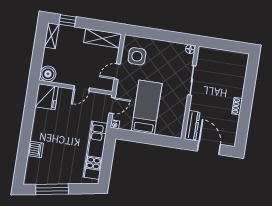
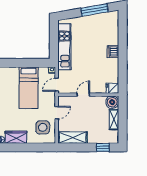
shelving: (52, 36) -> (114, 120), moved
wardrobe: (171, 49) -> (16, 137), added
fridge: (47, 97) -> (112, 88), width x0.53, depth x0.75
dishwasher: (35, 149) -> (113, 52), moved

